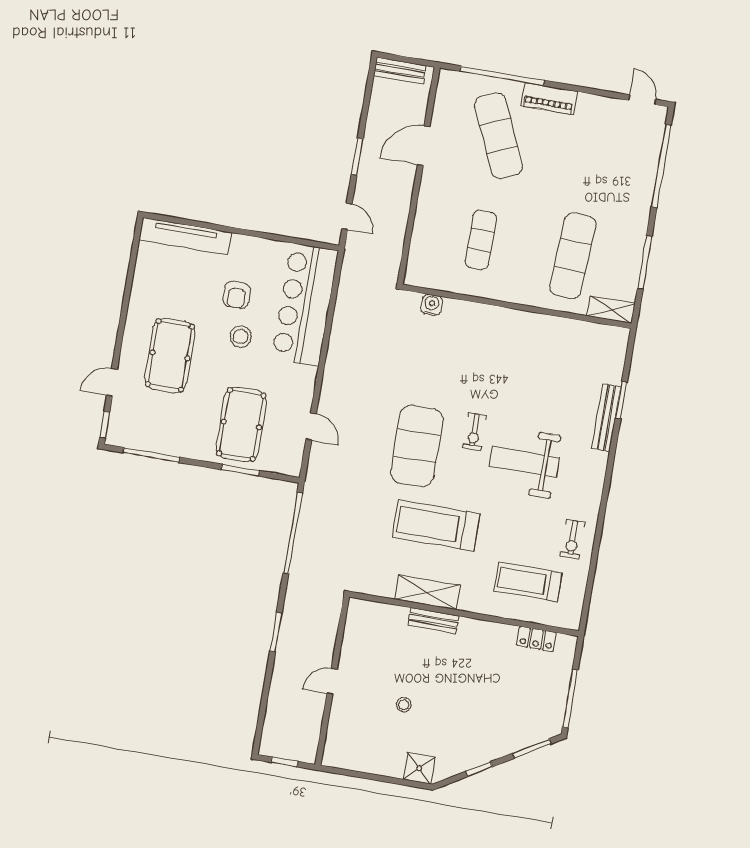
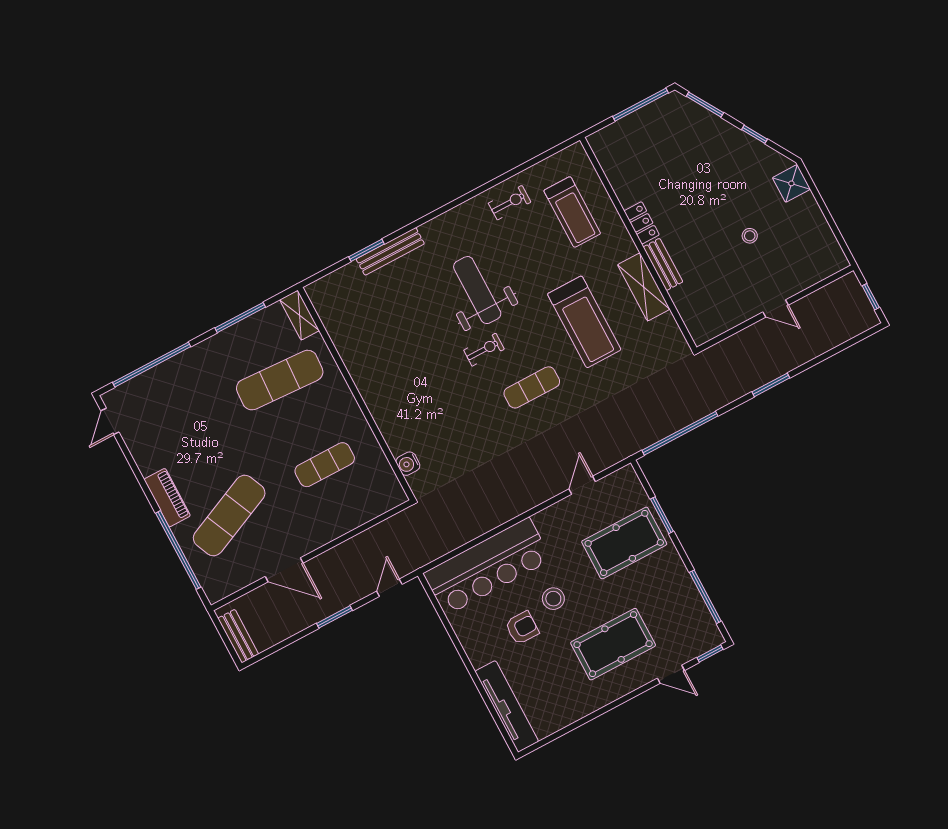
exercise mat: (417, 446) -> (532, 387), width x0.50, depth x0.69
weight bench: (524, 462) -> (477, 290), turned 180
locker: (536, 639) -> (642, 223), moved

